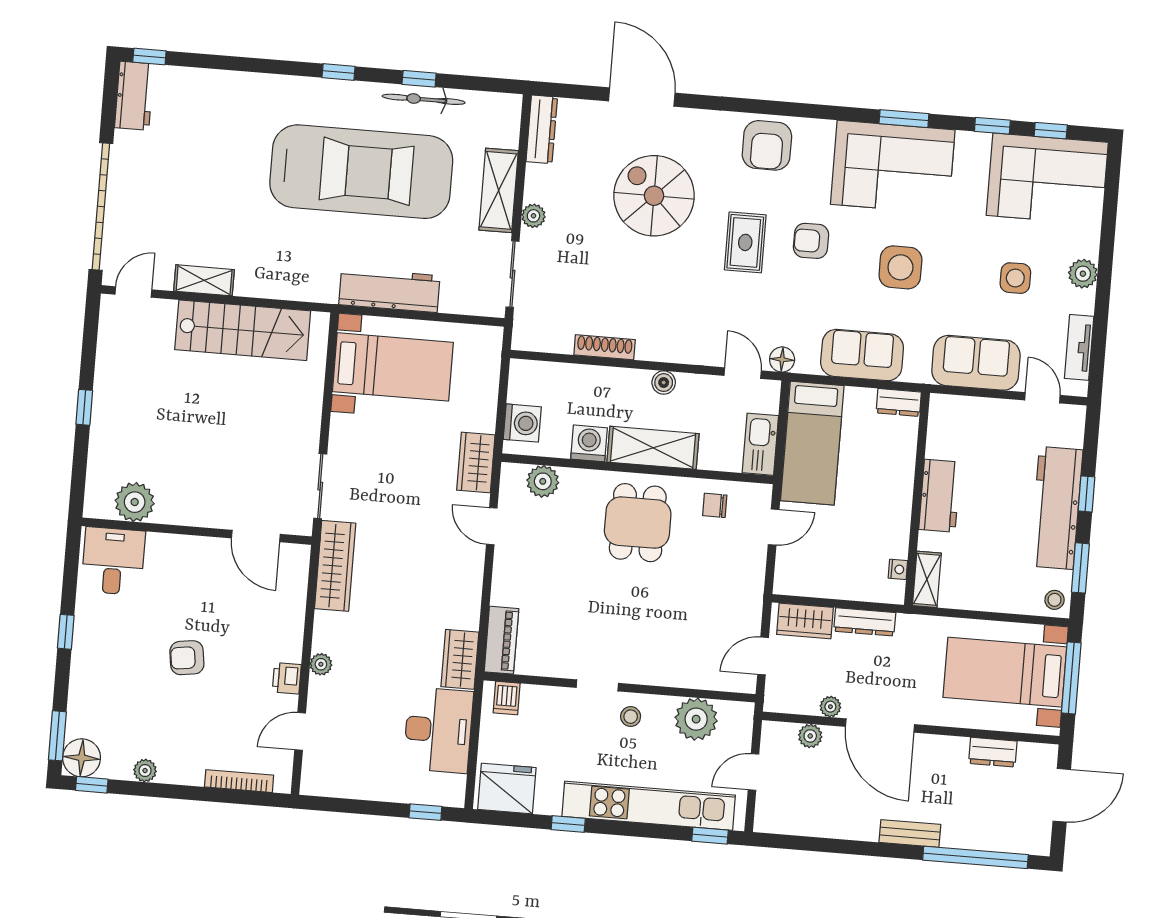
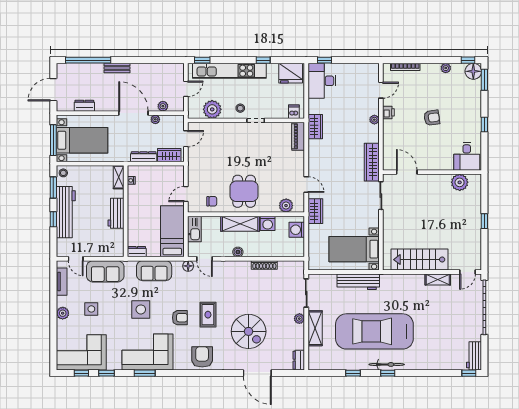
bicycle: (424, 99) -> (387, 364), moved
dresser: (542, 129) -> (299, 360), width x0.70
desk: (438, 730) -> (322, 81), moved

